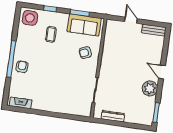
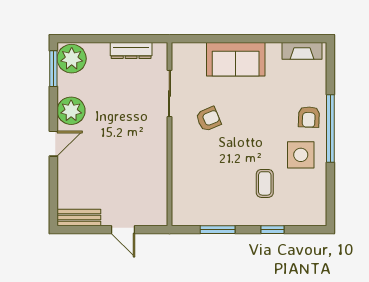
side table: (30, 18) -> (301, 155), moved
sofa: (84, 25) -> (236, 59), moved, turned 180
armchair: (85, 53) -> (208, 119), moved
door: (162, 72) -> (53, 144), hinge flipped
plant: (146, 116) -> (72, 59), added

